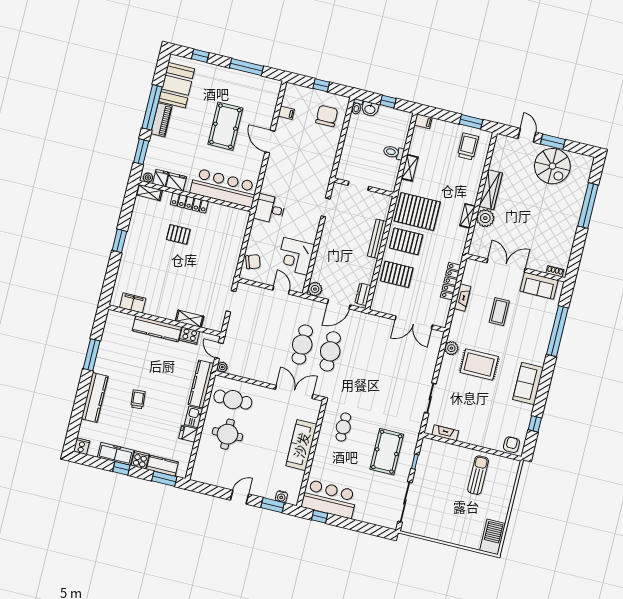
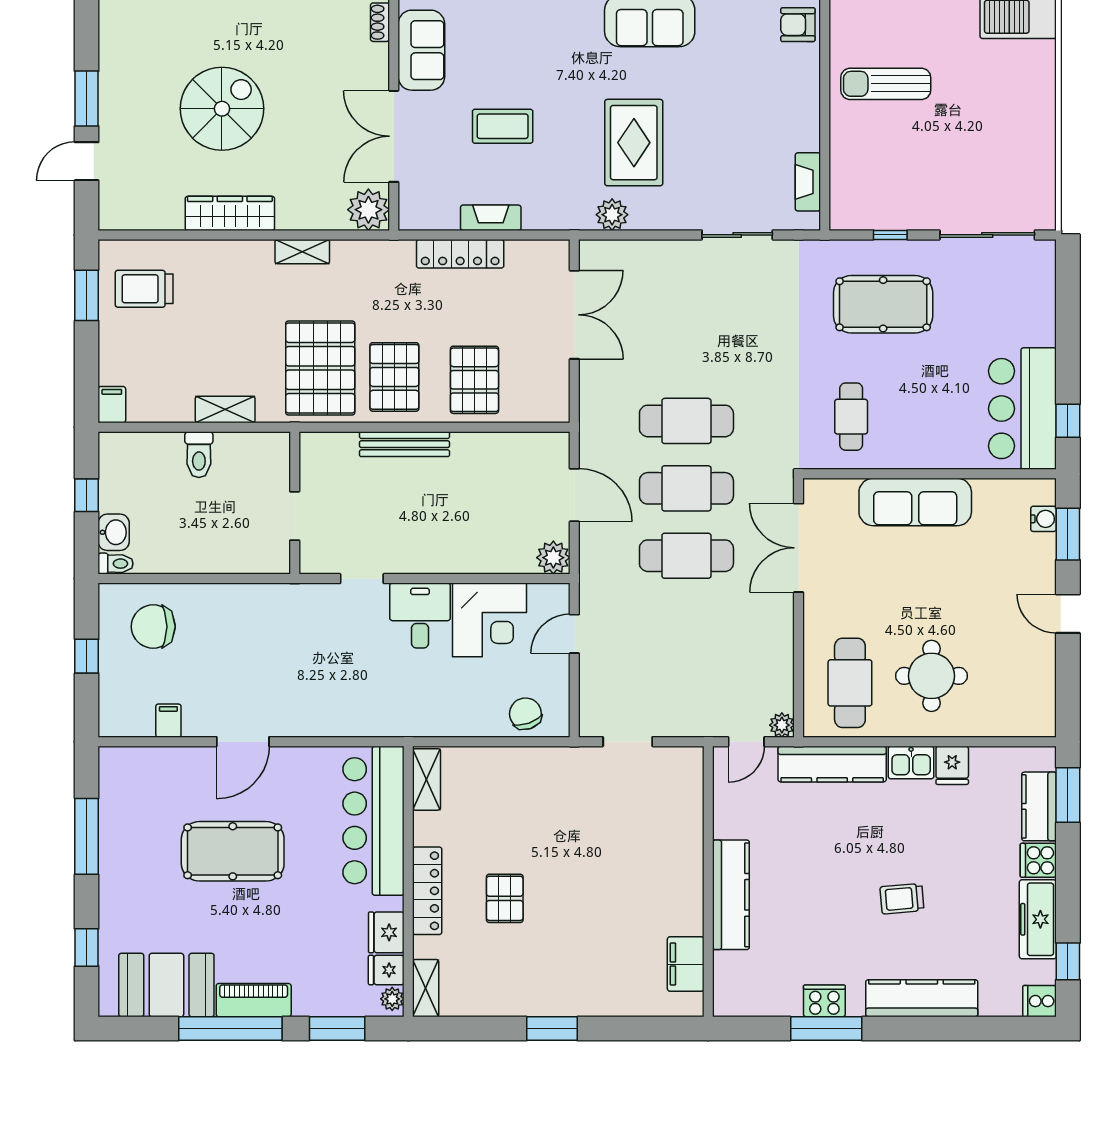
spiral stairs: (552, 166) -> (222, 109), moved
desk: (270, 209) -> (420, 616), moved, turned 180
plant: (485, 218) -> (368, 210), moved
dresser: (363, 294) -> (538, 445), removed
shelving: (190, 319) -> (427, 779), moved
cooker: (189, 336) -> (824, 1001), moved, turned -90
cafe table: (358, 358) -> (686, 421), added
cafe table: (343, 427) -> (851, 417), turned 90
window: (121, 468) -> (1068, 961), moved

